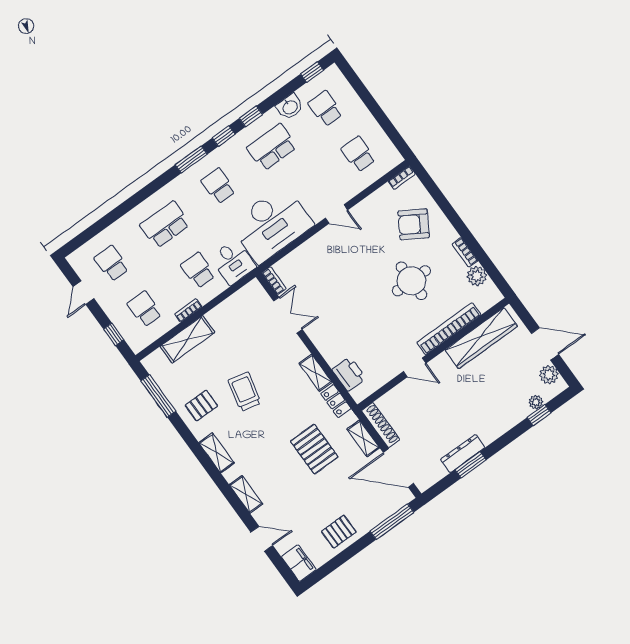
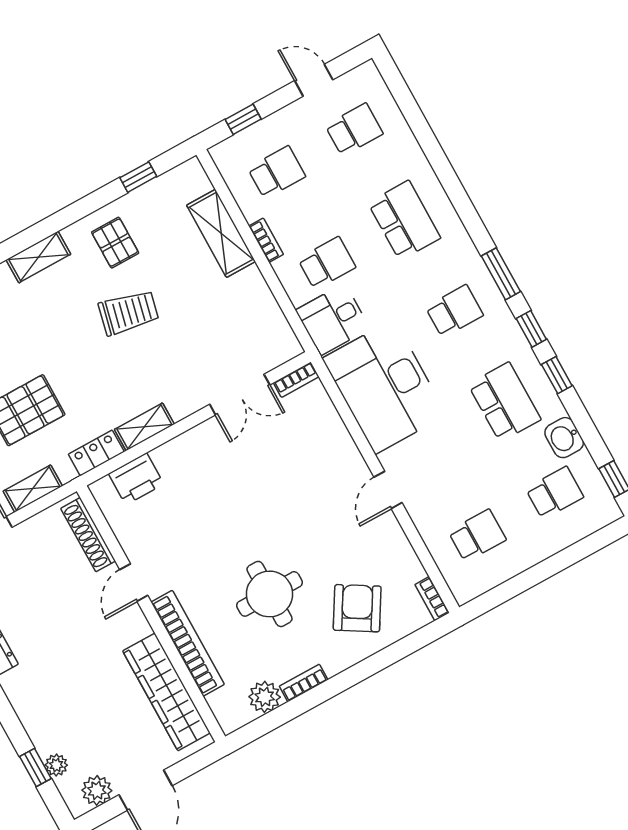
window: (158, 396) -> (138, 177), width x0.46
shoe rack: (381, 425) -> (88, 535), moved, turned 90

